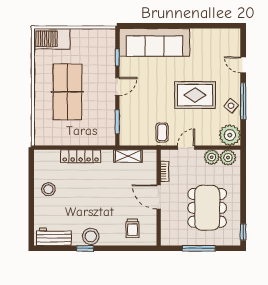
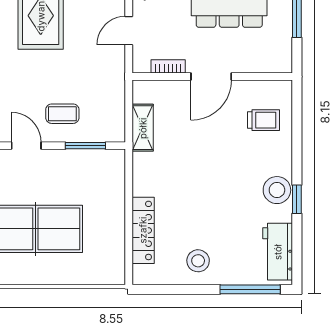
coffee table: (162, 133) -> (62, 114), moved
door: (186, 148) -> (129, 31), hinge flipped
locker: (81, 156) -> (143, 230), moved
window: (31, 220) -> (250, 289), added

